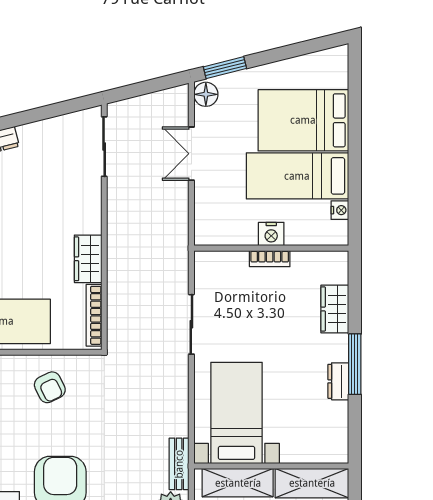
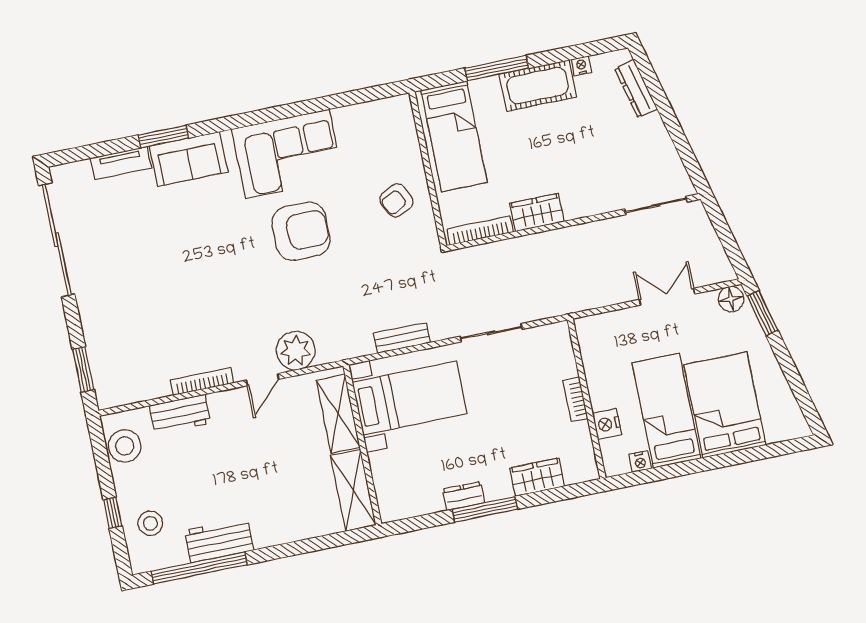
nightstand: (271, 234) -> (607, 424), moved
bench: (179, 464) -> (402, 338), moved

